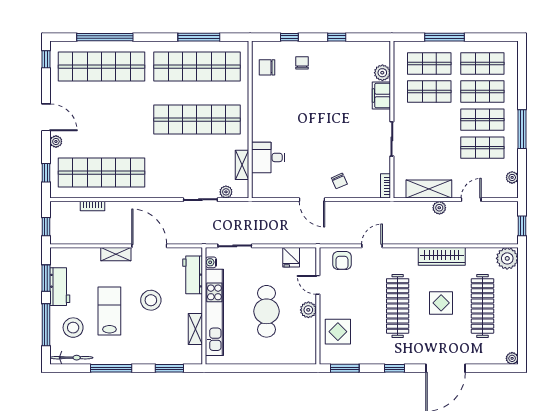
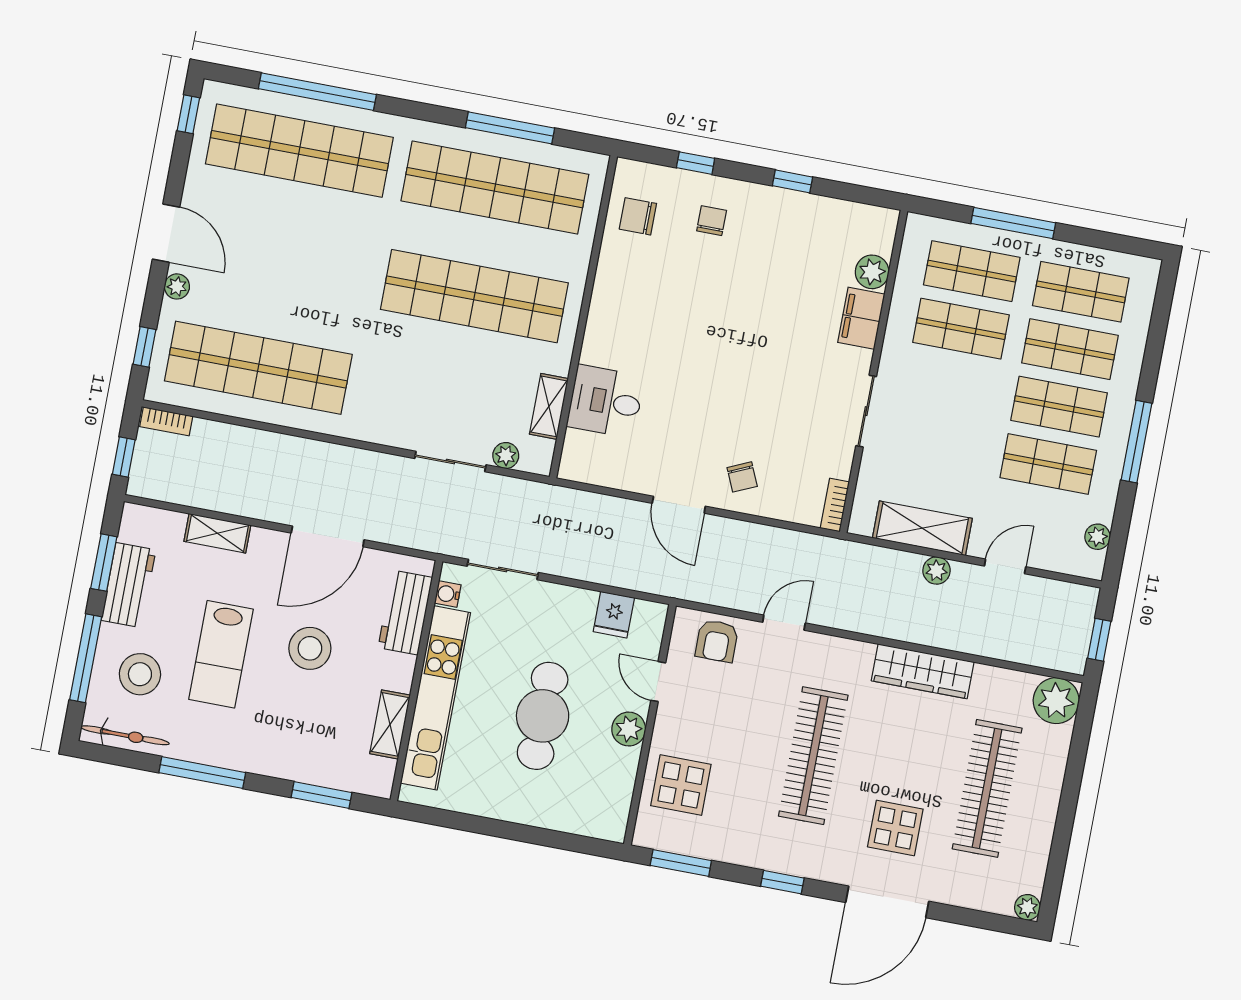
bookcase: (92, 206) -> (166, 421), moved
door: (149, 246) -> (328, 536), swing flipped
shelving: (116, 254) -> (217, 533), moved
display table: (441, 303) -> (895, 828), moved
lab bench: (109, 311) -> (221, 654), turned 180

